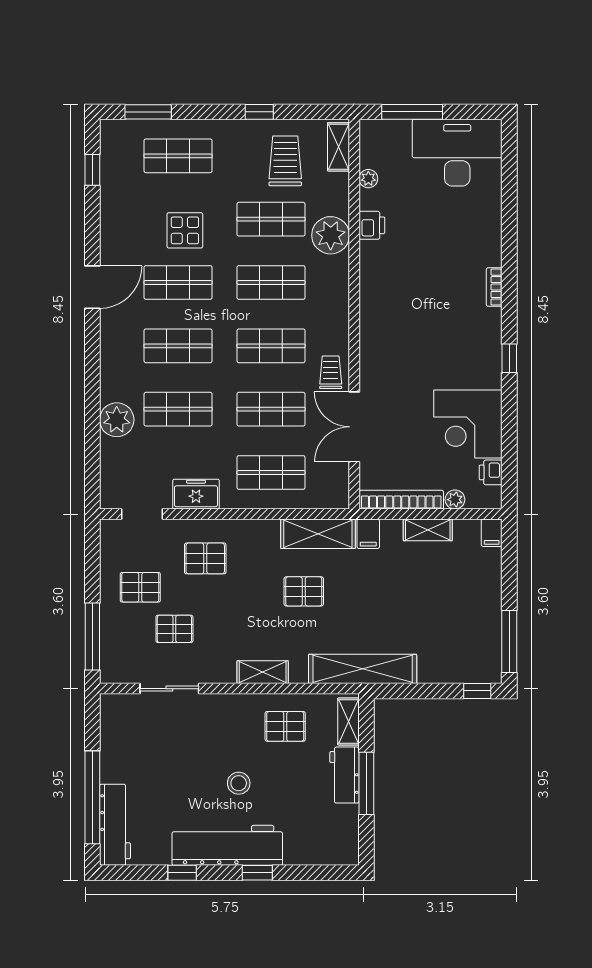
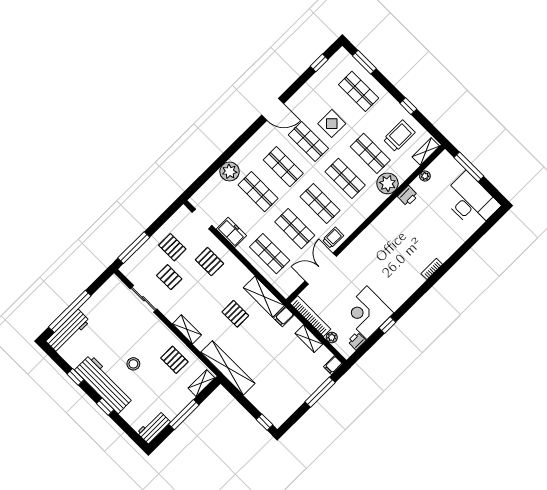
window: (509, 358) -> (387, 325), moved
window: (509, 642) -> (320, 392), moved
workbench: (344, 775) -> (154, 427), moved

